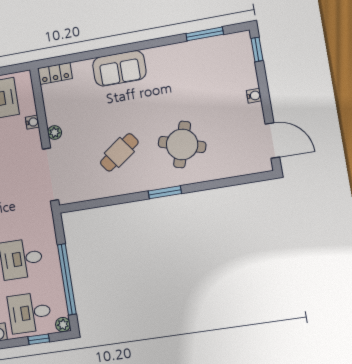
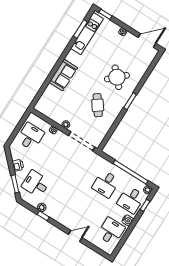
kitchen unit: (206, 49) -> (87, 34), added
locker: (55, 73) -> (42, 103), removed
round table: (182, 144) -> (117, 77), turned 30

